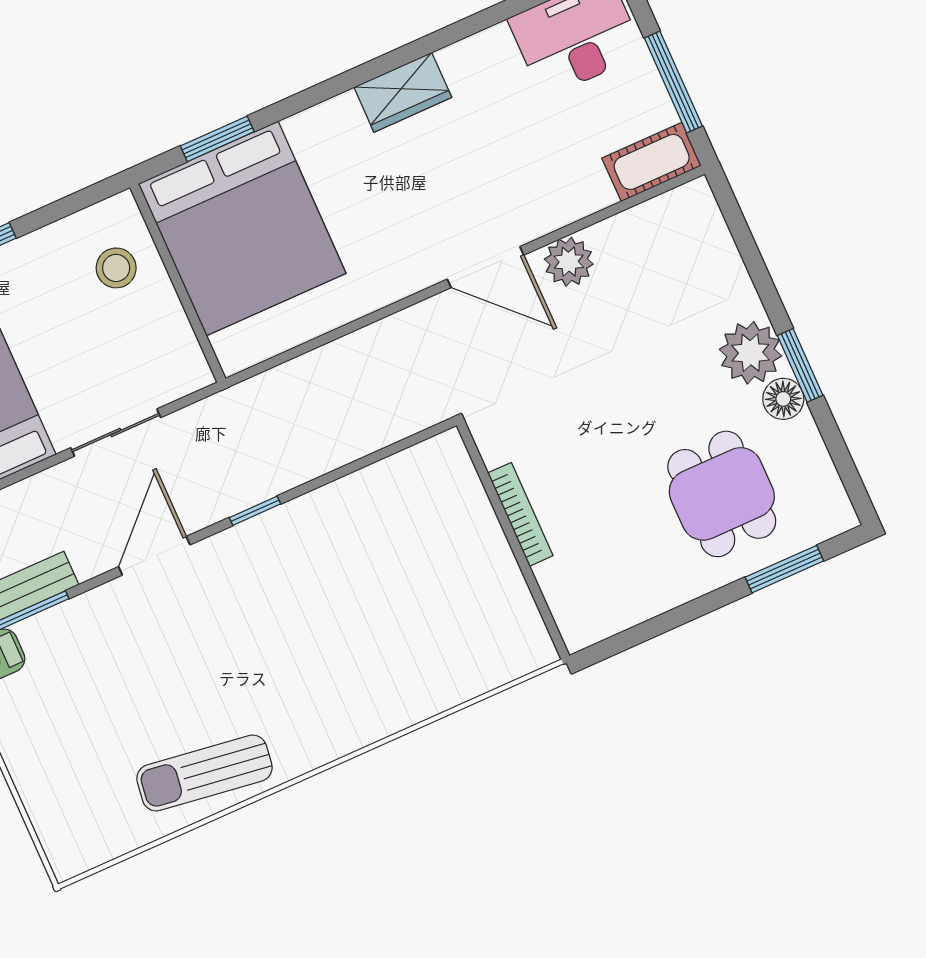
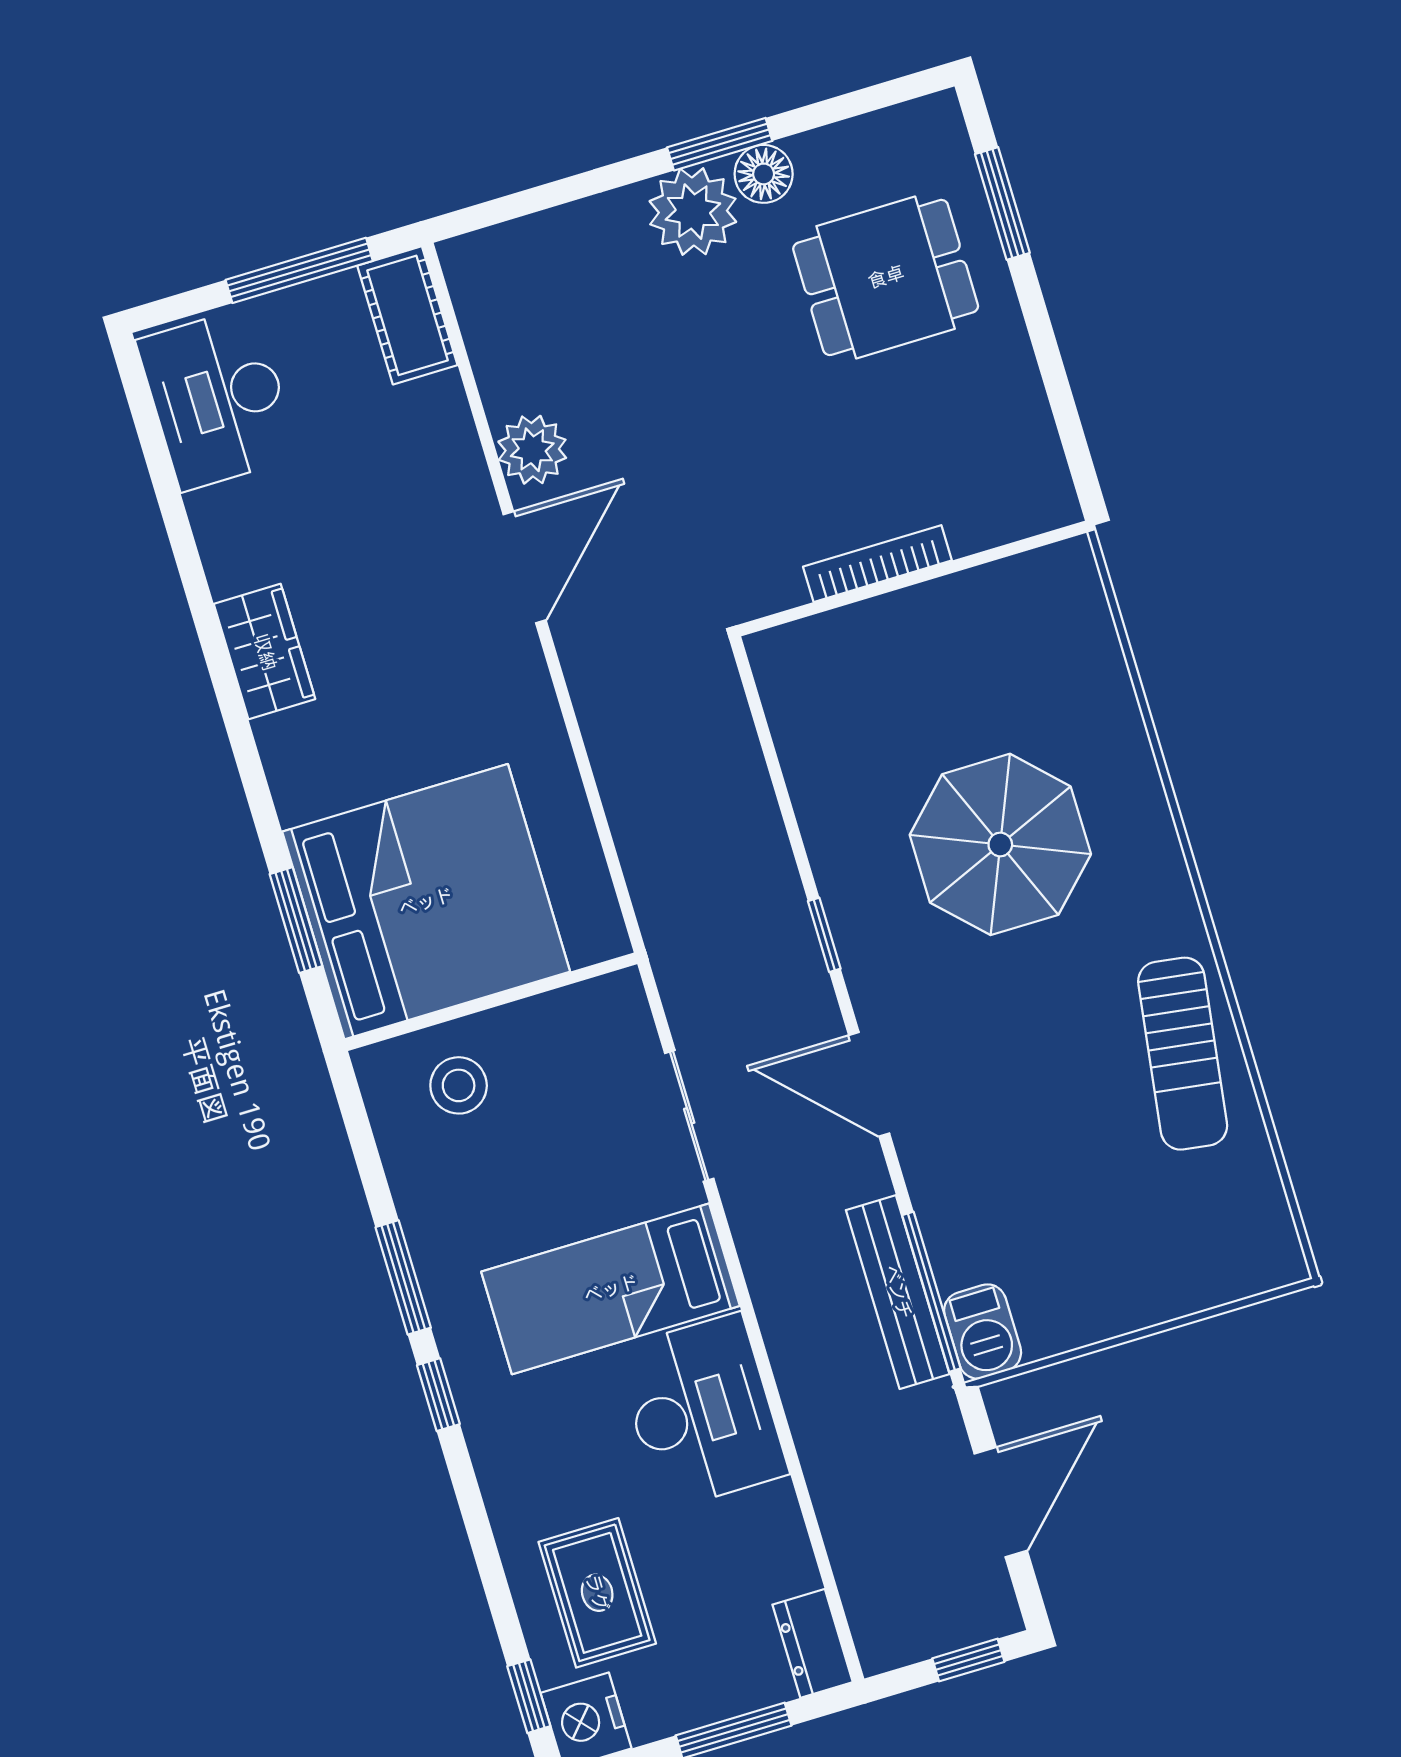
parasol: (334, 626) -> (1000, 844), added

